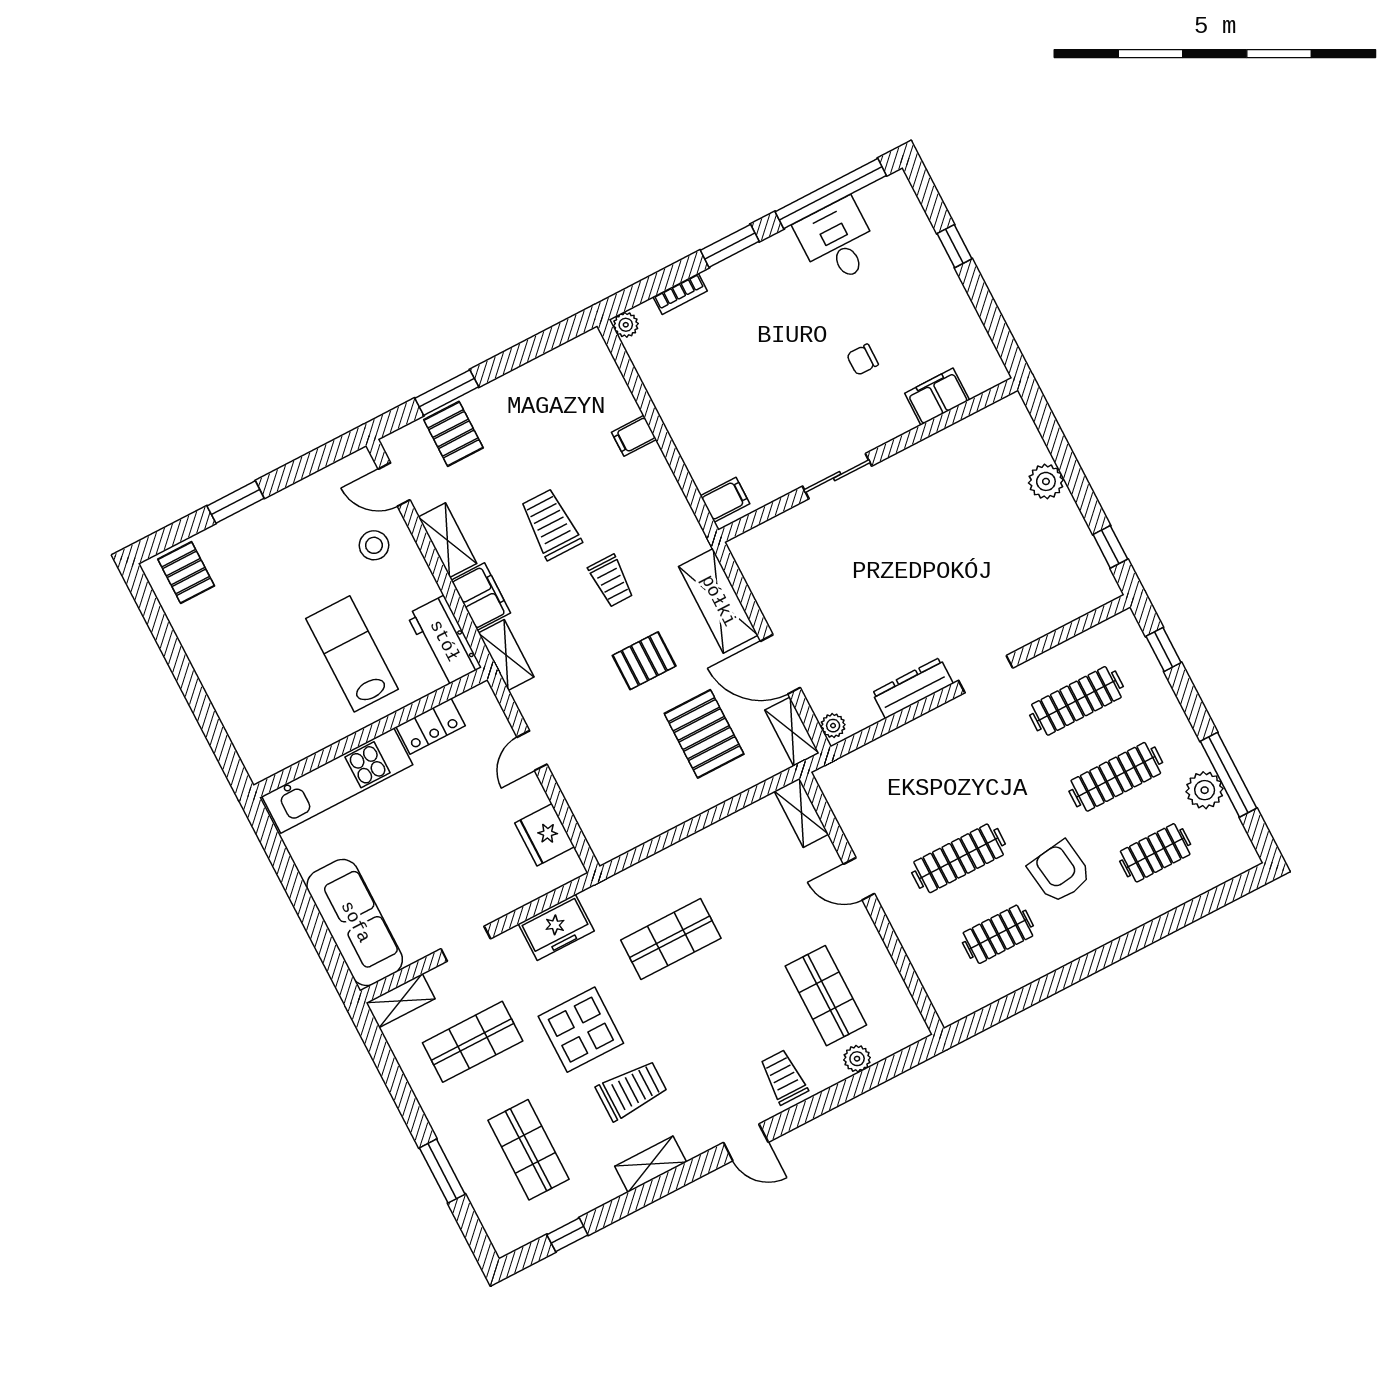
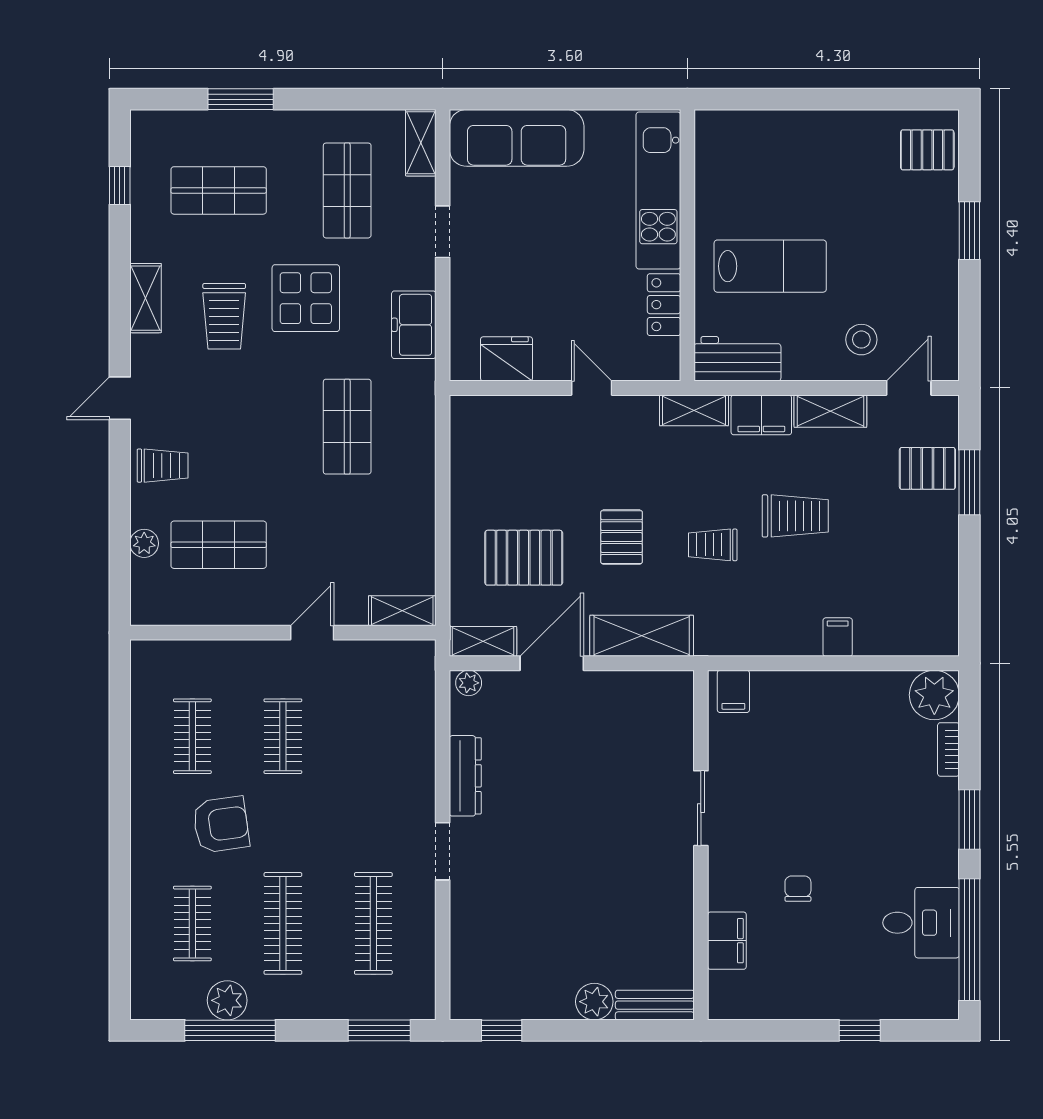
plant: (626, 325) -> (934, 695), width x1.87, depth x1.87
bench: (1023, 429) -> (655, 1005), added
window: (1164, 649) -> (379, 1030), width x1.50
clothes rail: (959, 858) -> (283, 736), width x0.73

